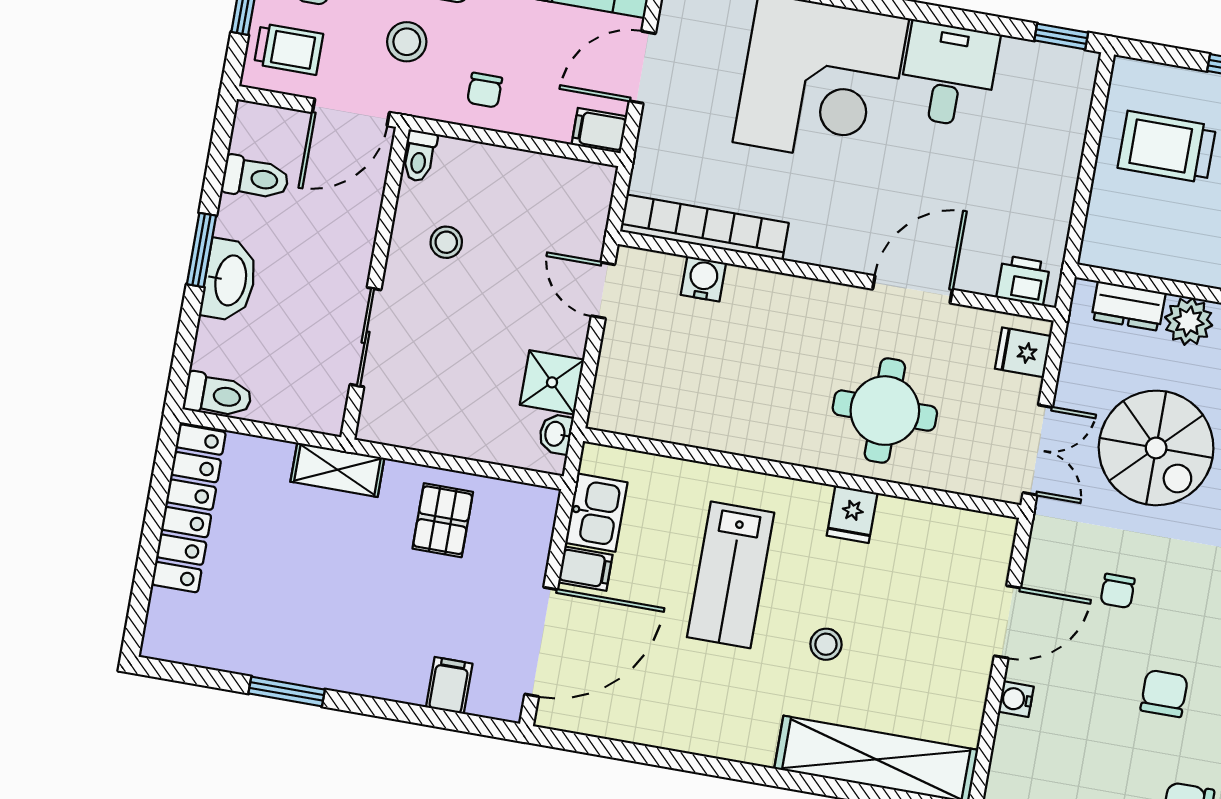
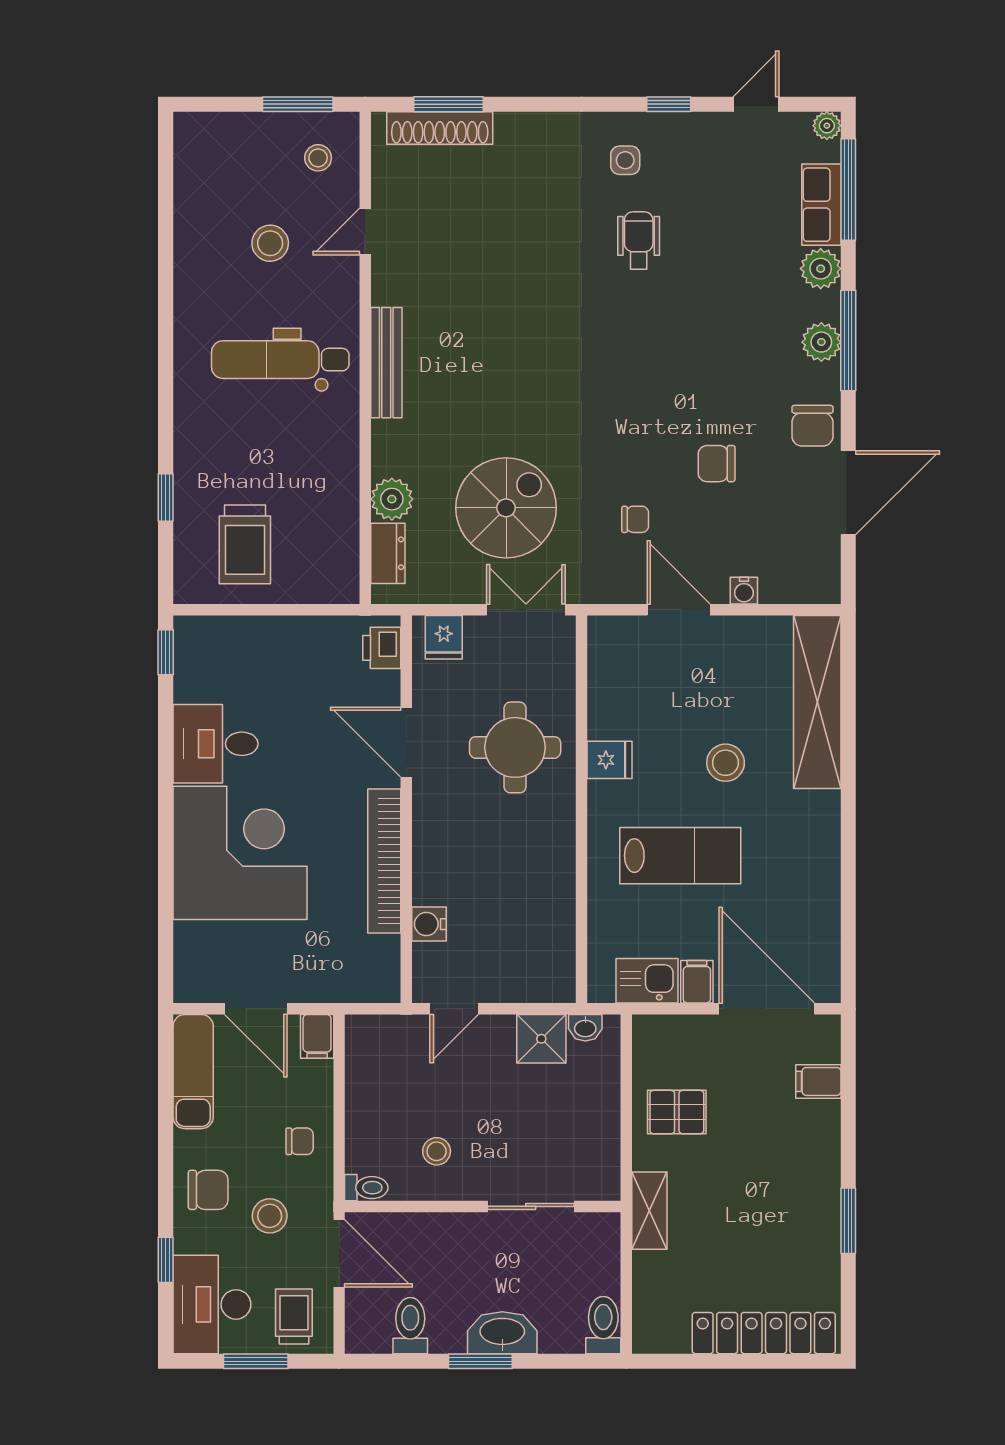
bookcase: (704, 227) -> (384, 861), moved
locker: (189, 508) -> (764, 1333), moved
stool: (826, 644) -> (726, 763), width x1.37, depth x1.37

